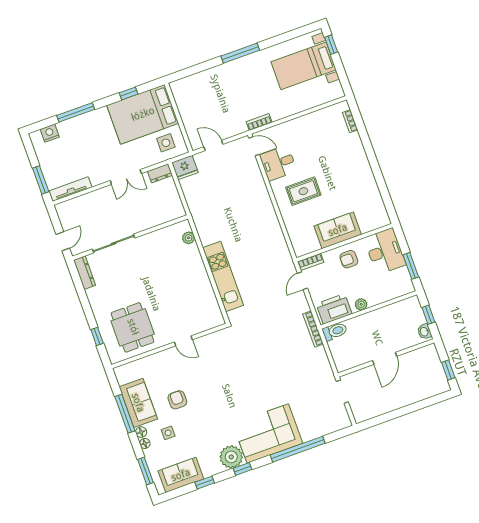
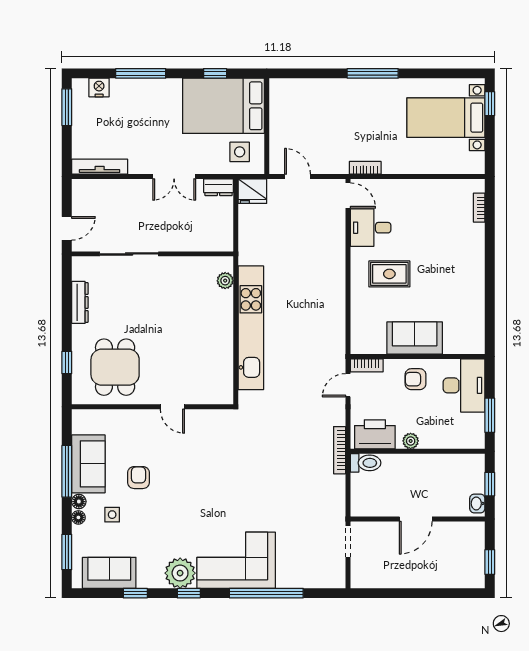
window: (41, 180) -> (67, 107), moved
dresser: (85, 273) -> (80, 302), moved
kitchen unit: (223, 277) -> (251, 328), width x1.36

